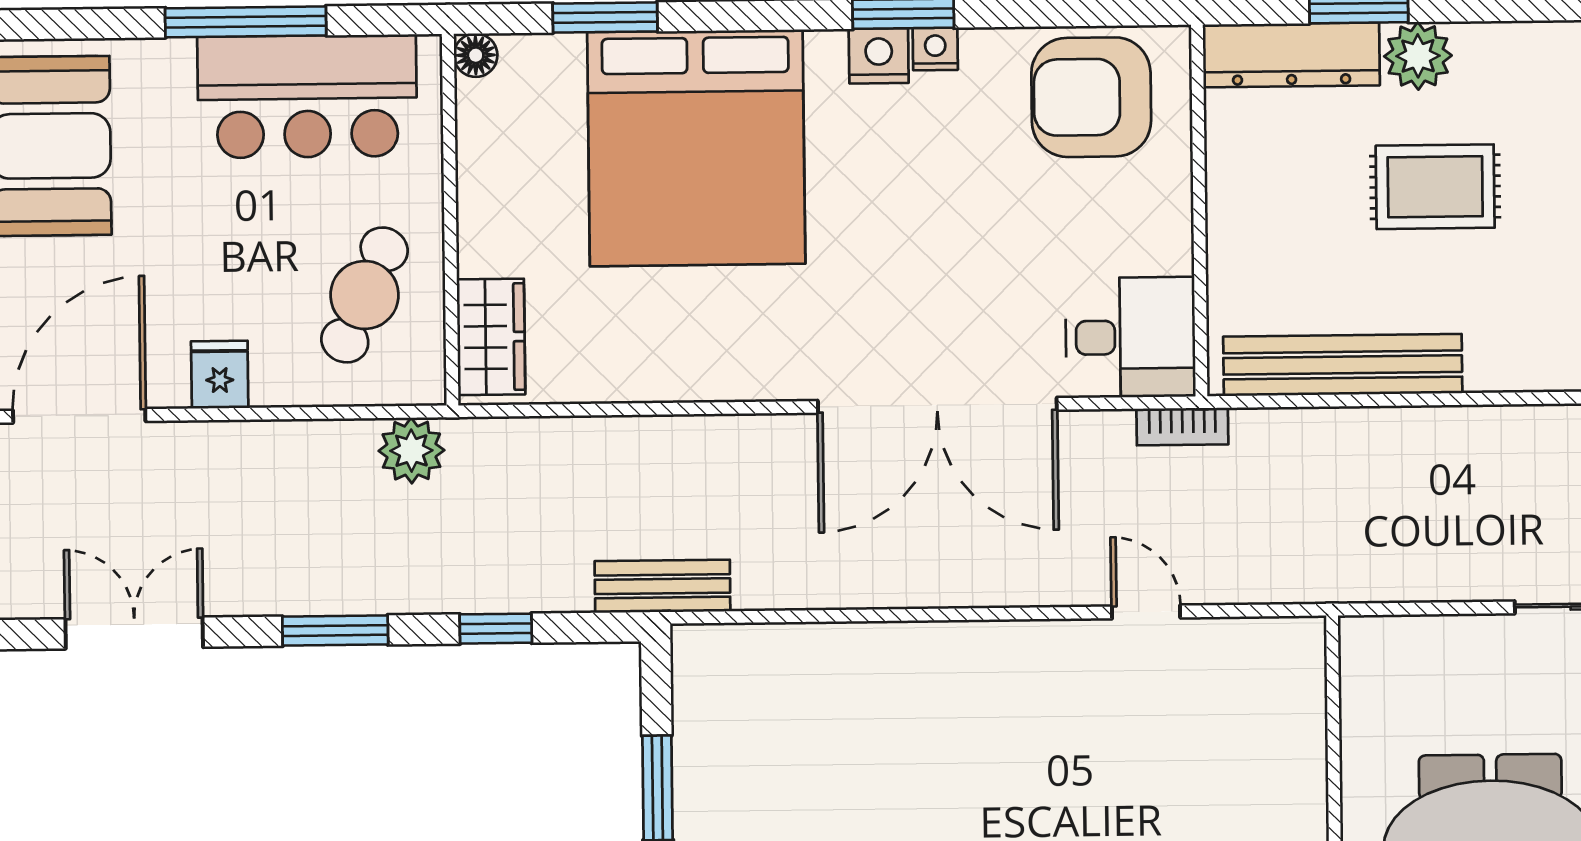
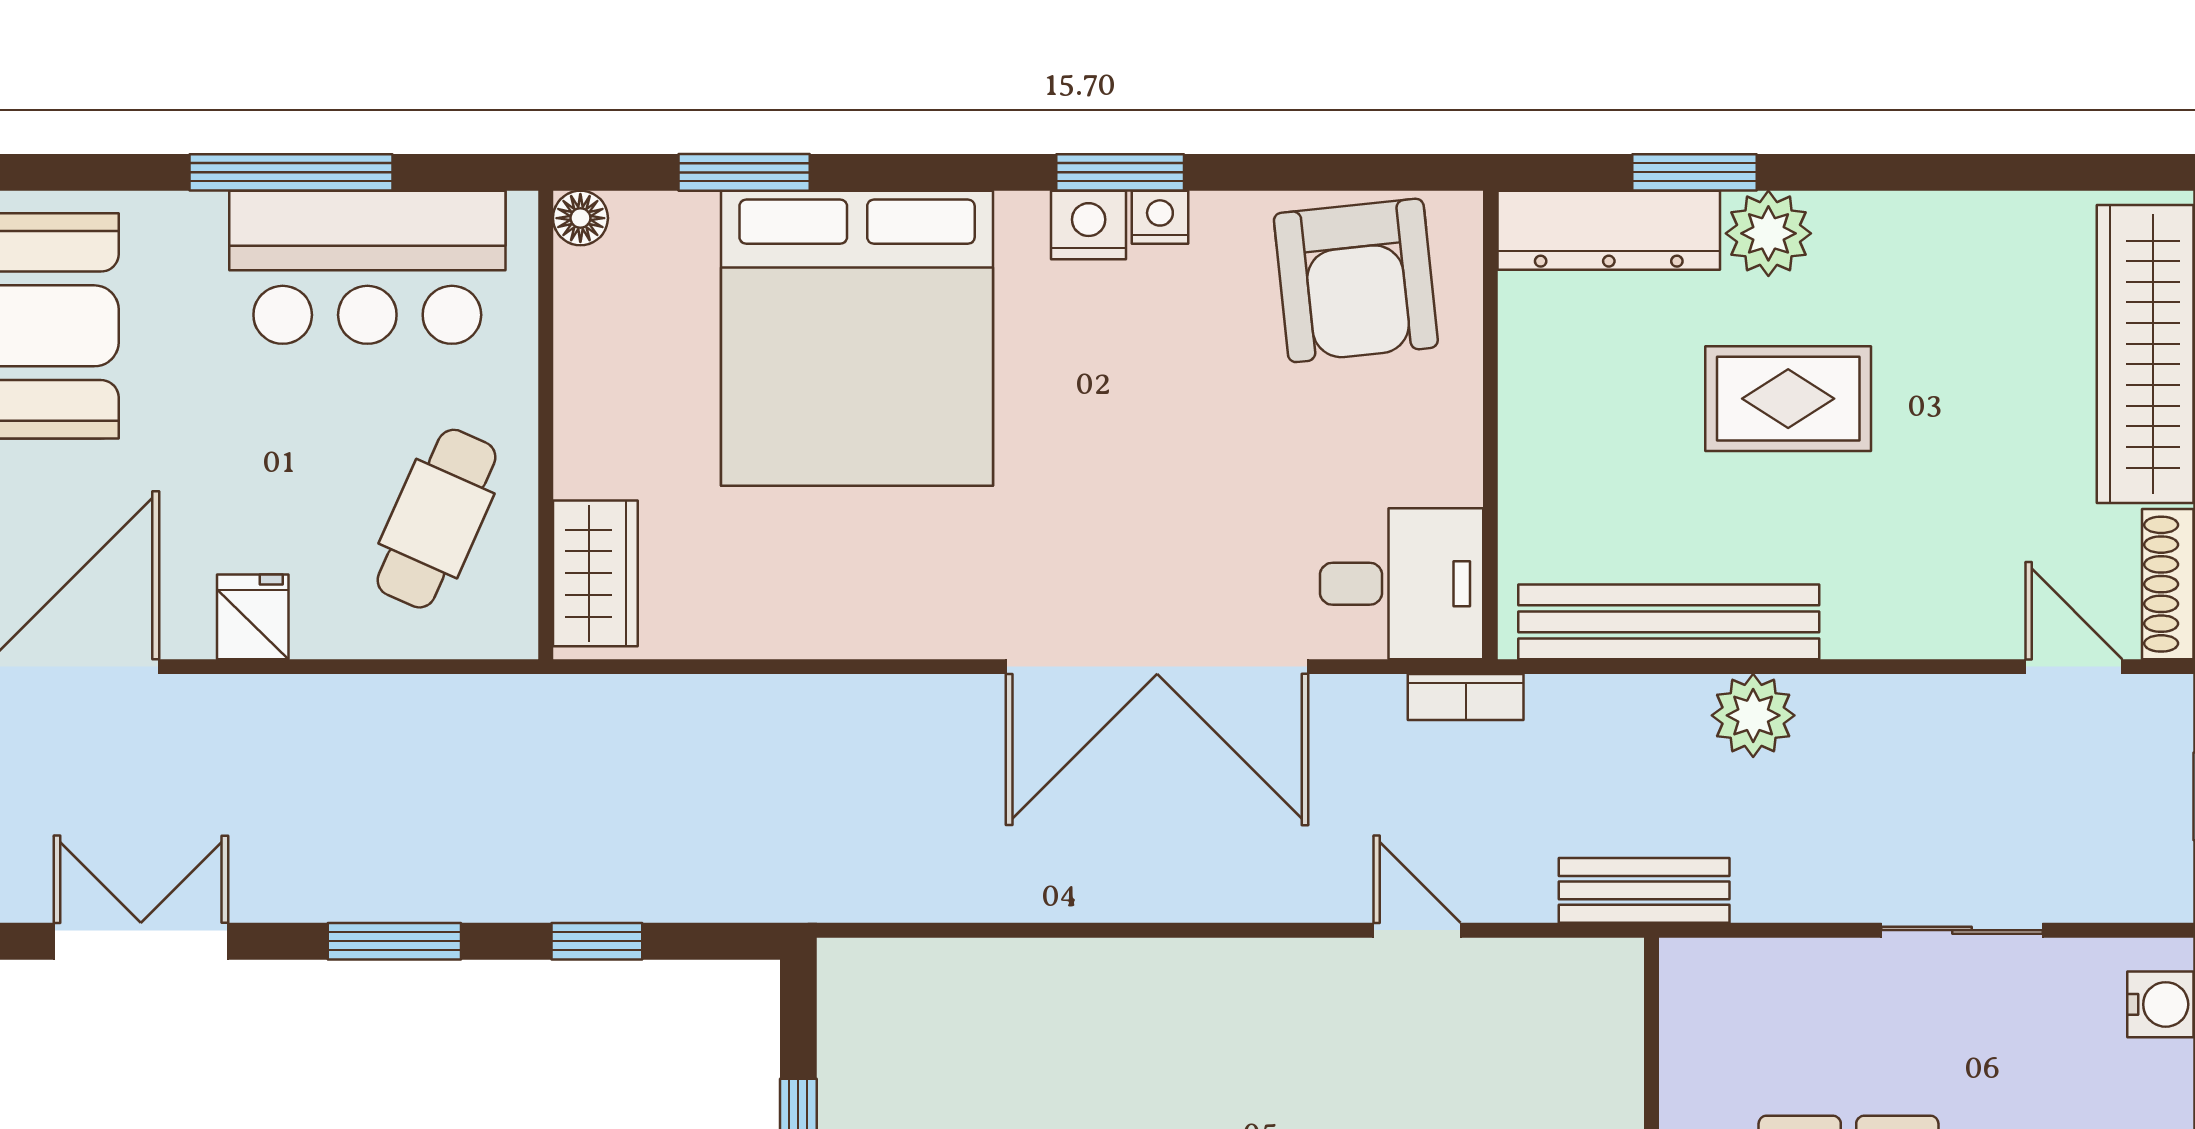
armchair: (1091, 97) -> (1356, 280), turned -96
plant: (411, 451) -> (1753, 715), moved
bench: (662, 586) -> (1644, 890), moved

